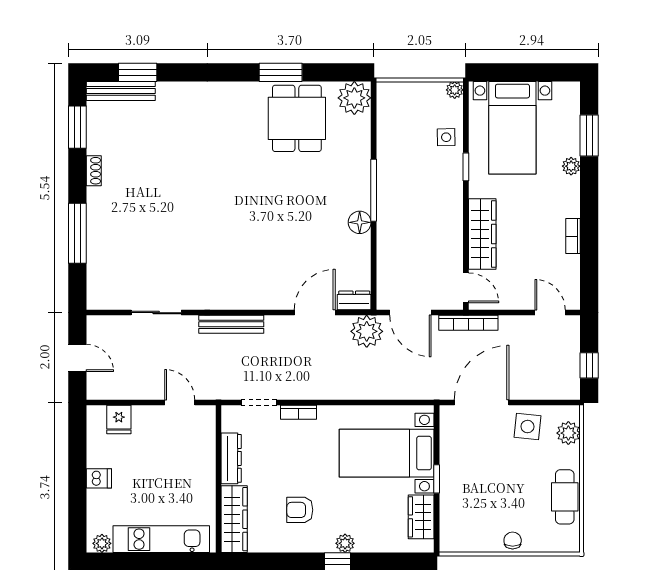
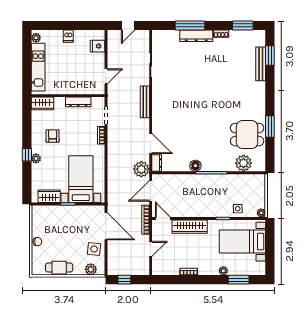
bench: (121, 91) -> (261, 64), moved
plant: (354, 98) -> (244, 163), moved
dresser: (98, 221) -> (196, 36), added
door: (466, 288) -> (163, 218), swing flipped
door: (550, 313) -> (151, 249), moved
wardrobe: (234, 519) -> (42, 103), width x0.67

